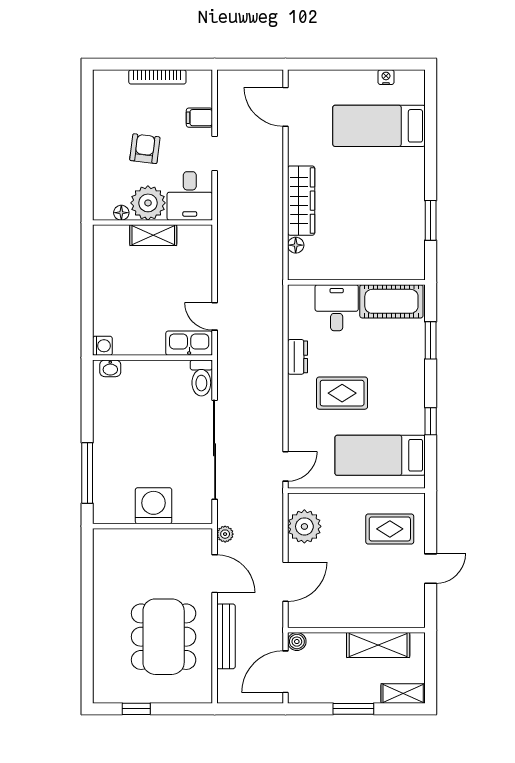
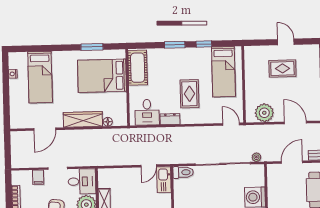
door: (285, 107) -> (45, 129), moved
bed: (378, 237) -> (102, 76), added
desk: (337, 308) -> (147, 112), moved, turned -90
window: (431, 340) -> (175, 45), moved
rug: (390, 529) -> (282, 68), moved, turned 90
plant: (225, 534) -> (256, 157), moved

